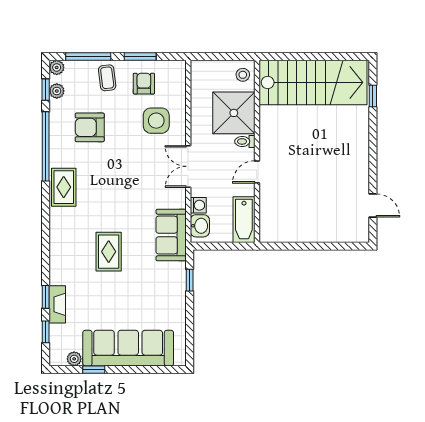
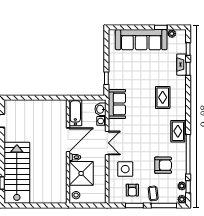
stairs: (313, 82) -> (17, 173), moved, turned 90
door: (257, 172) -> (68, 140), width x1.88
rug: (109, 252) -> (163, 97), moved

